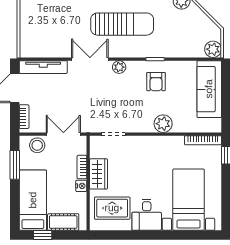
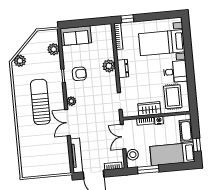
plant: (213, 49) -> (54, 49), moved
sofa: (209, 89) -> (76, 36), width x0.73
dresser: (158, 143) -> (123, 69), added

